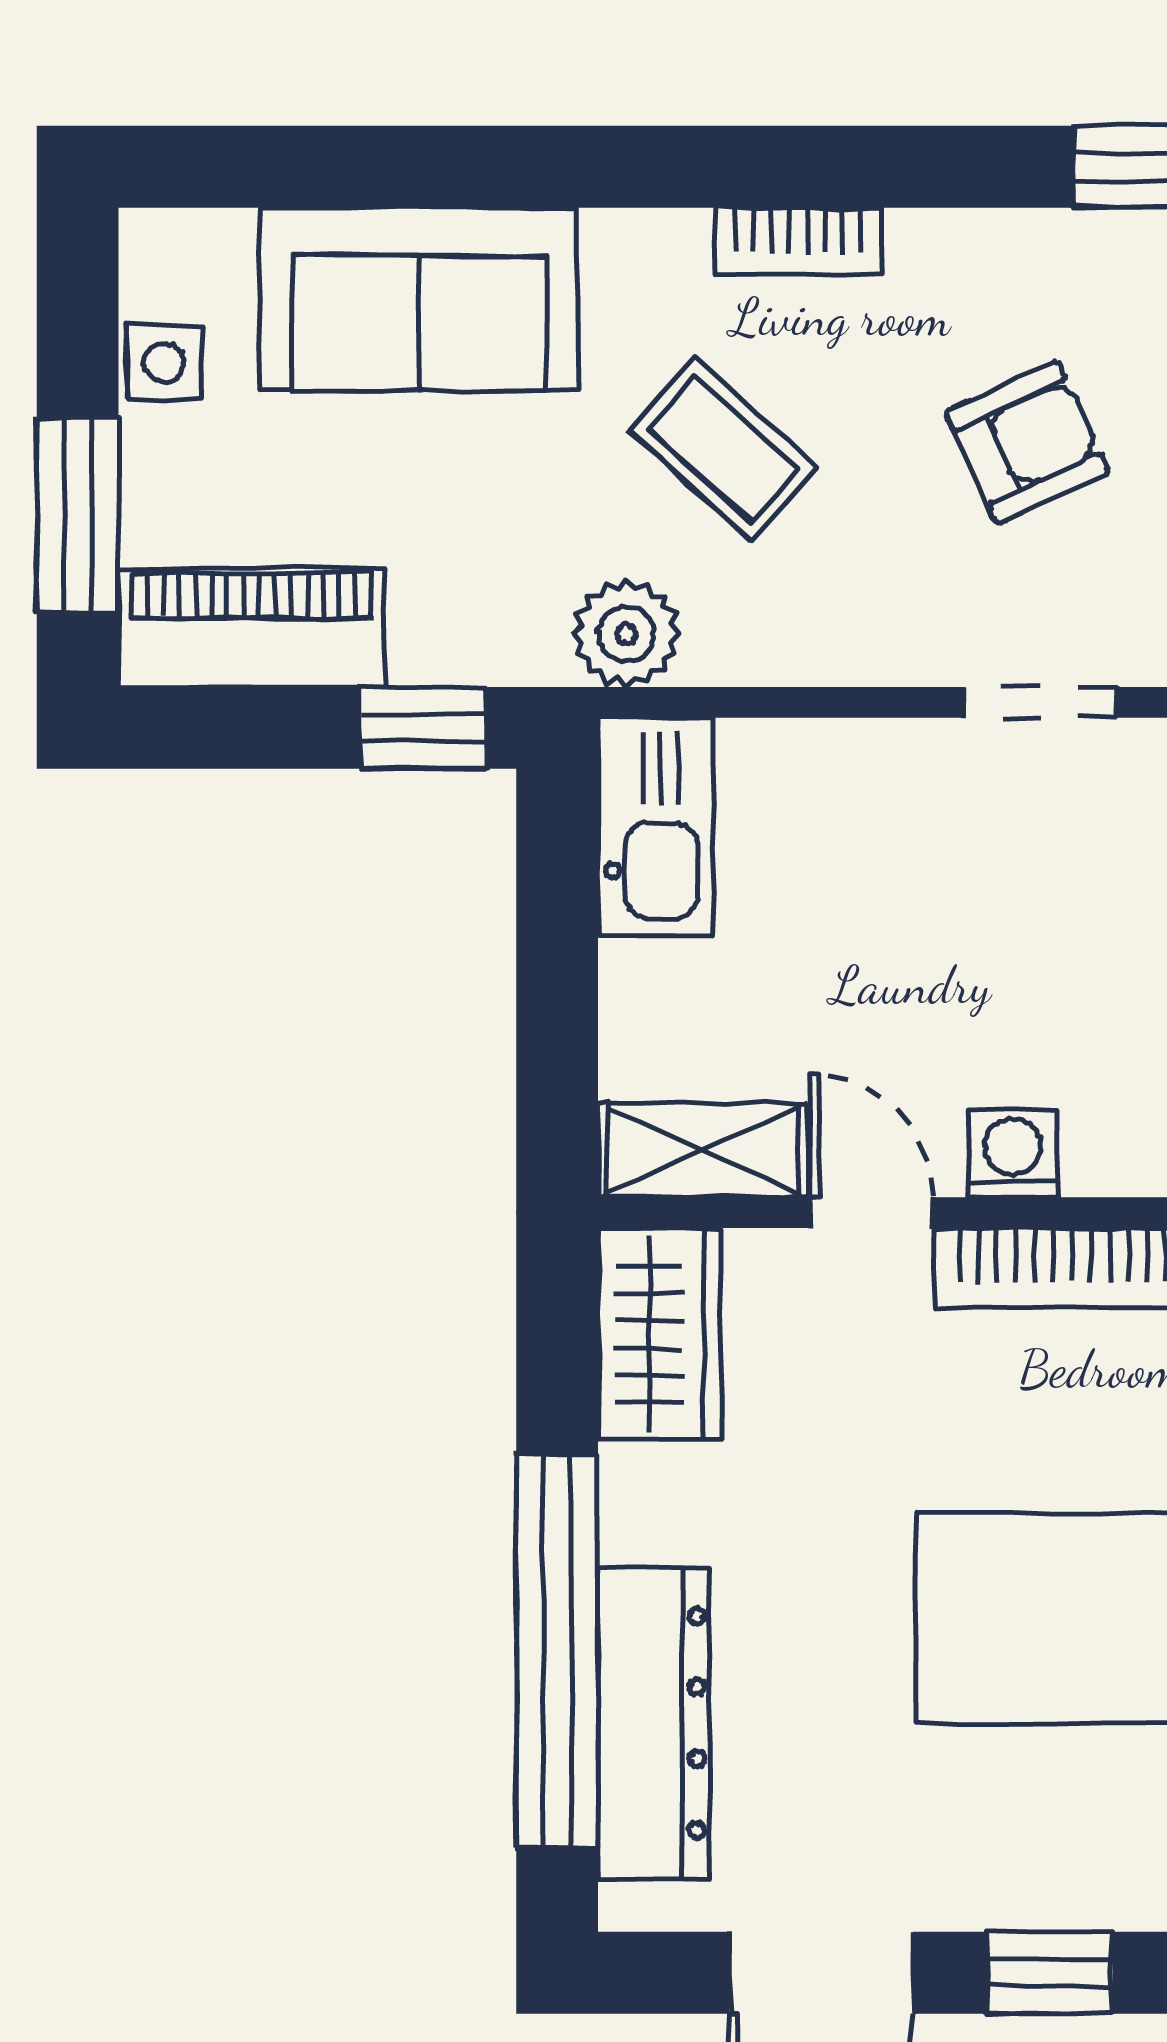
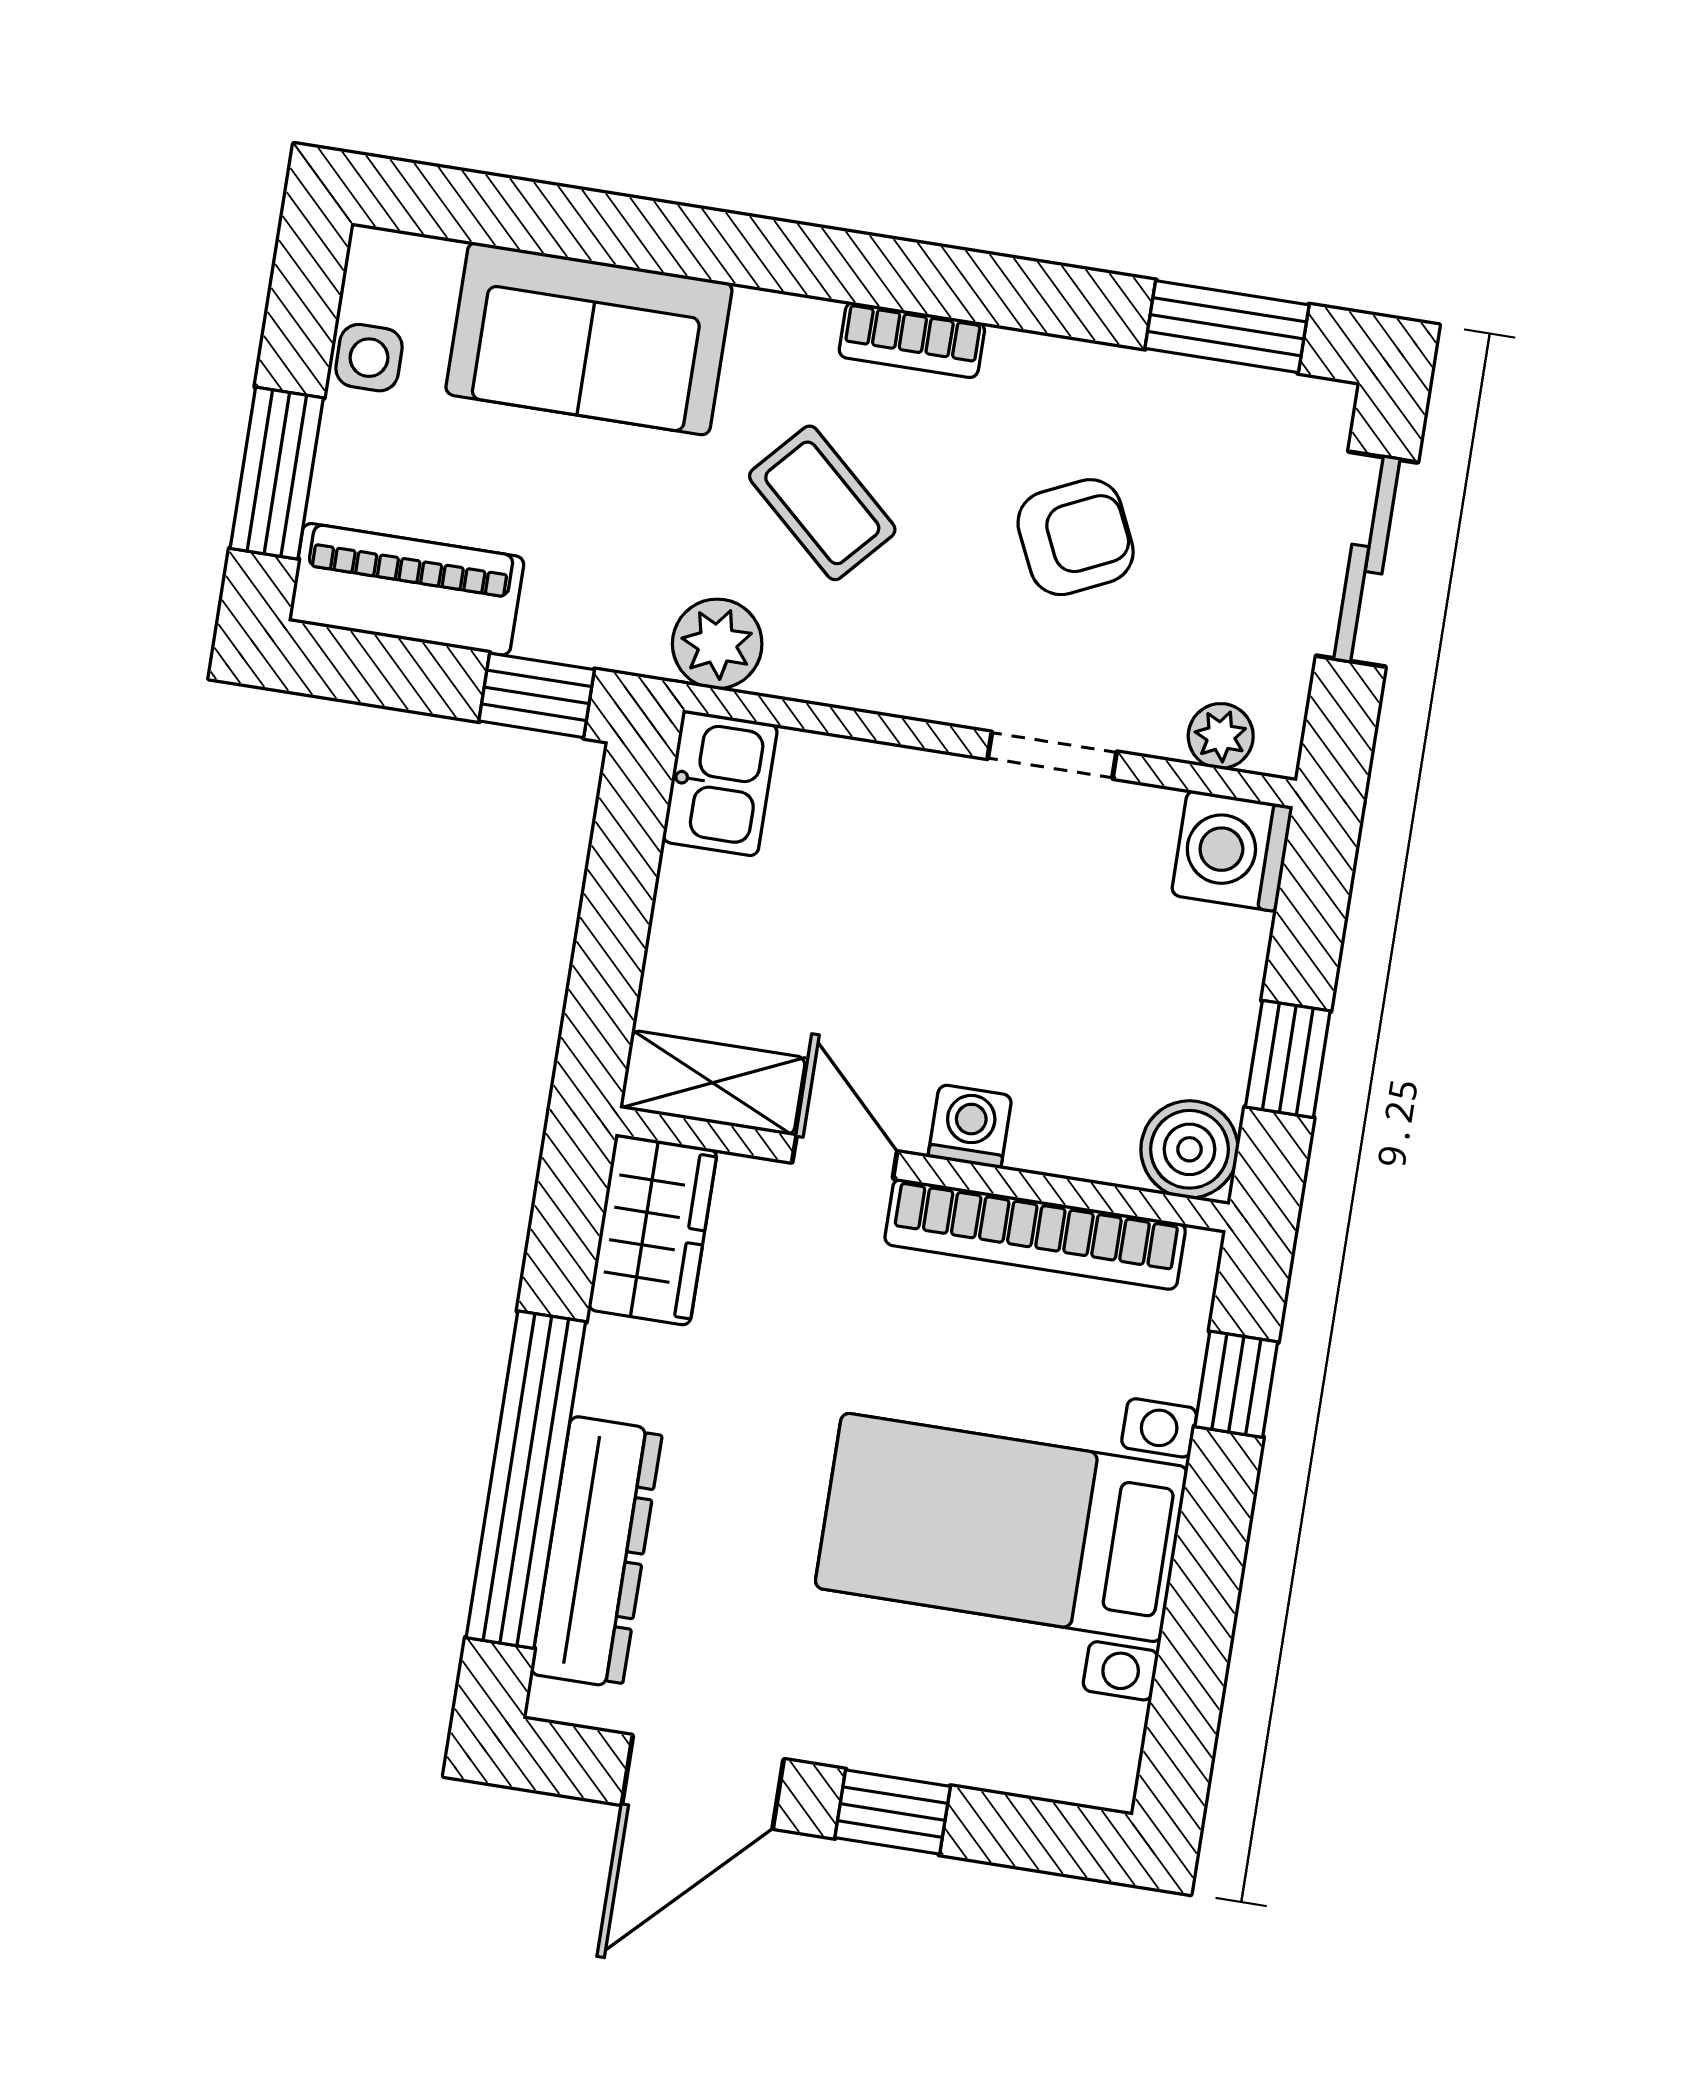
kitchen sink: (656, 827) -> (720, 783), width x0.73

